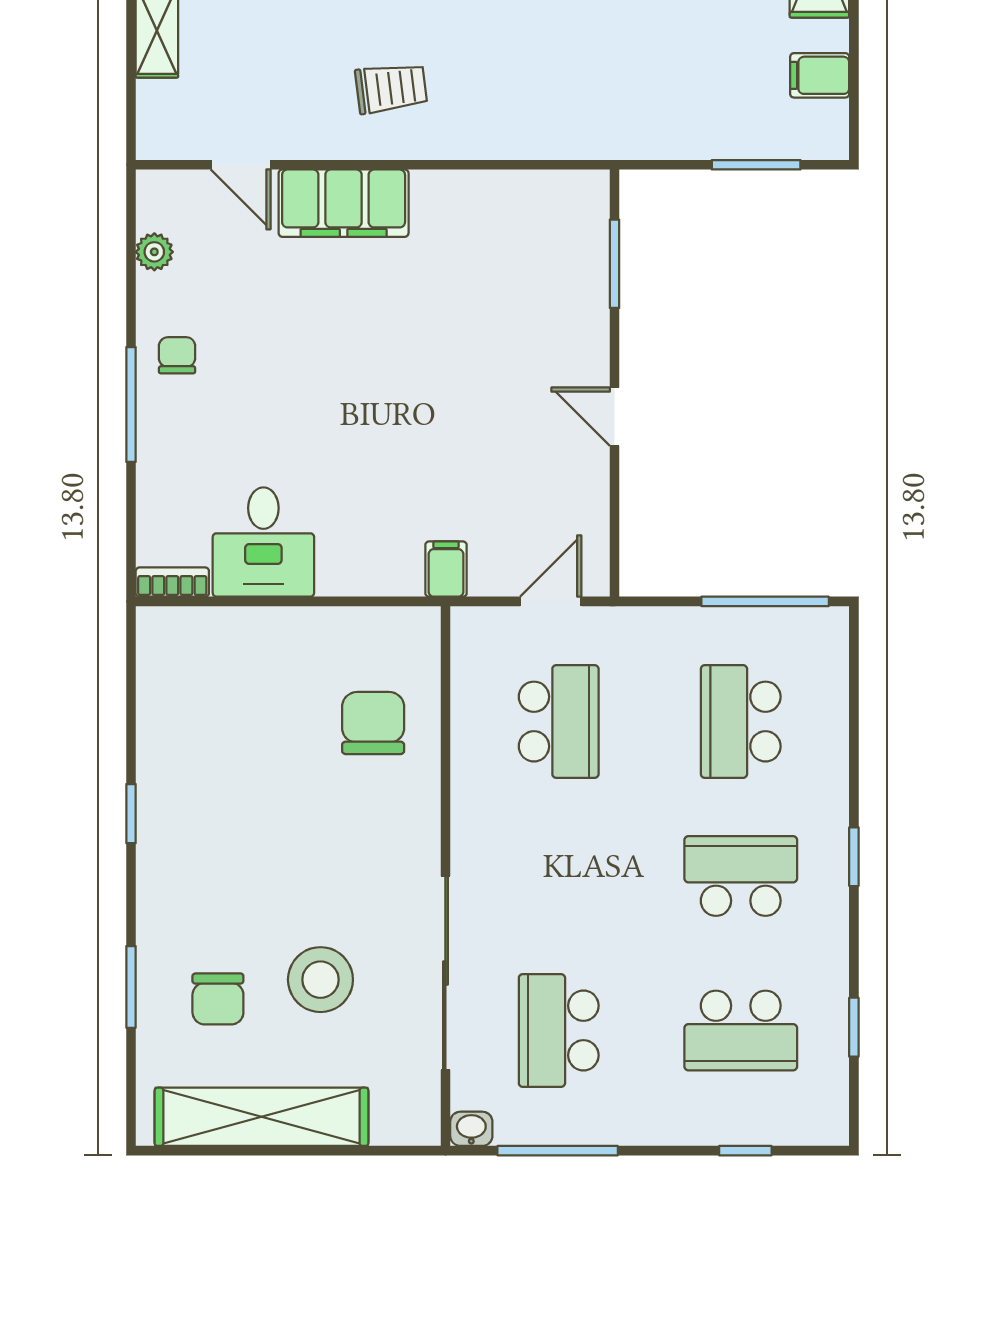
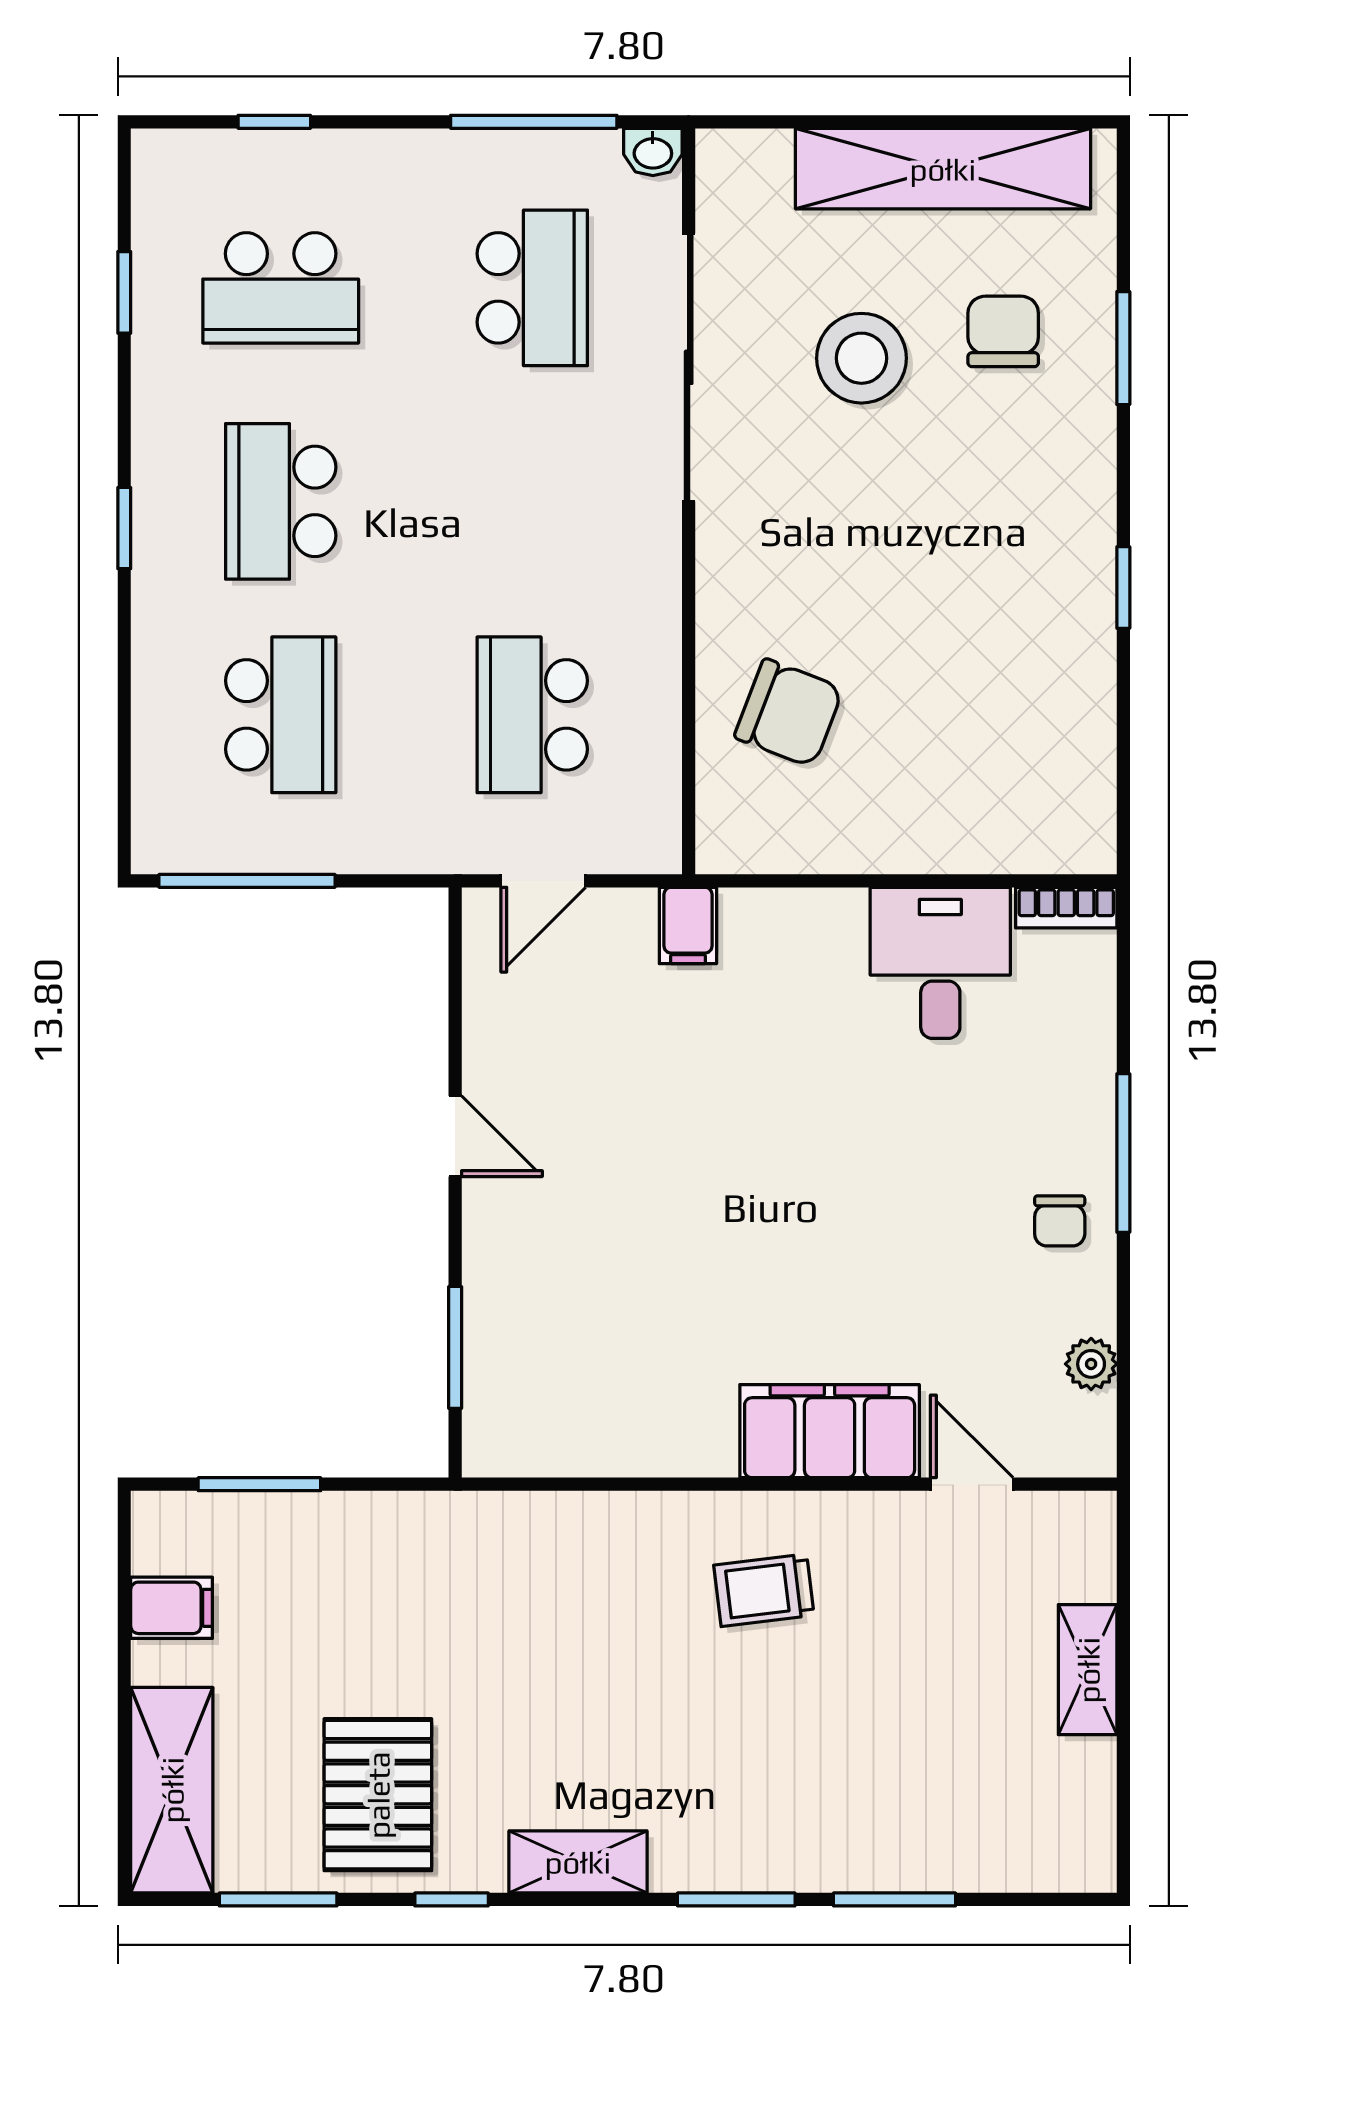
chair: (373, 723) -> (789, 713), turned -69
school desk: (741, 876) -> (281, 501), turned 90
school desk: (741, 1030) -> (281, 288), turned 180

